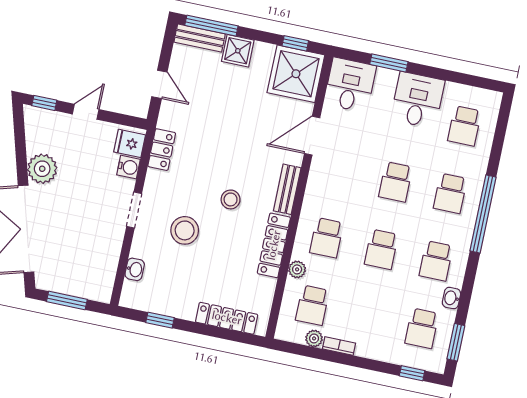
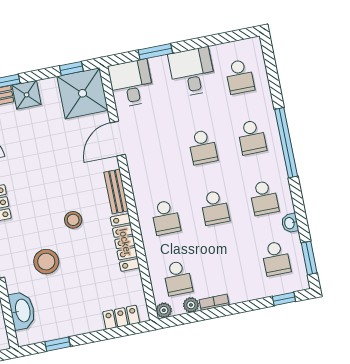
washbasin: (135, 269) -> (22, 311), width x1.91, depth x1.45
plant: (297, 269) -> (164, 310), moved
locker: (227, 318) -> (121, 317), width x0.66

